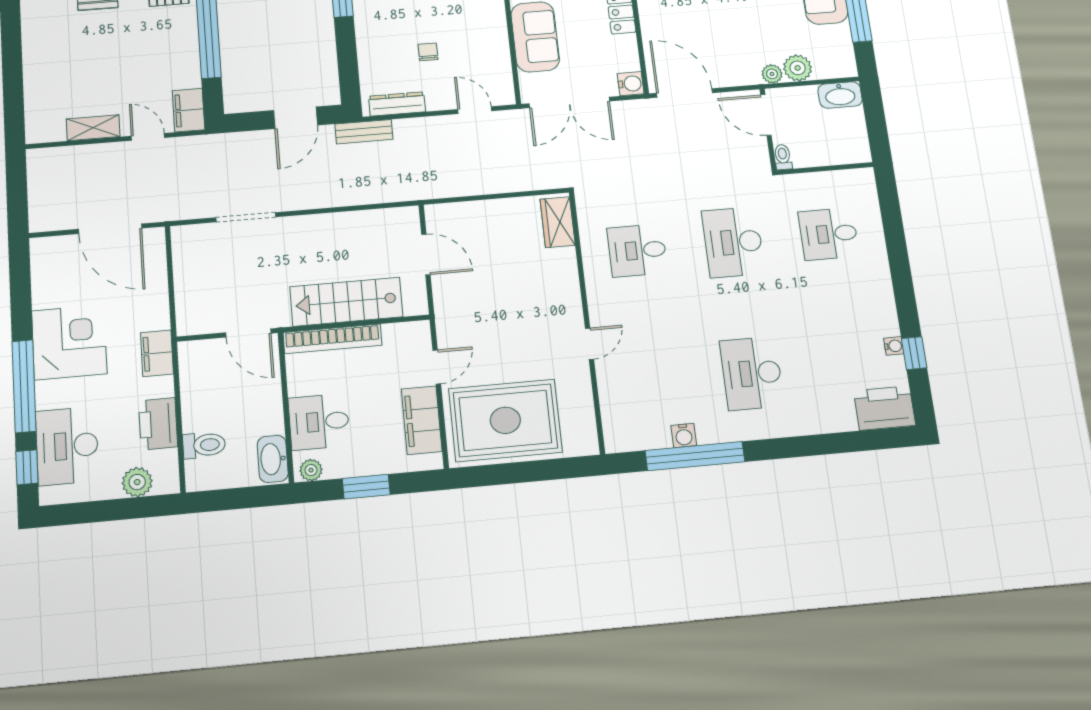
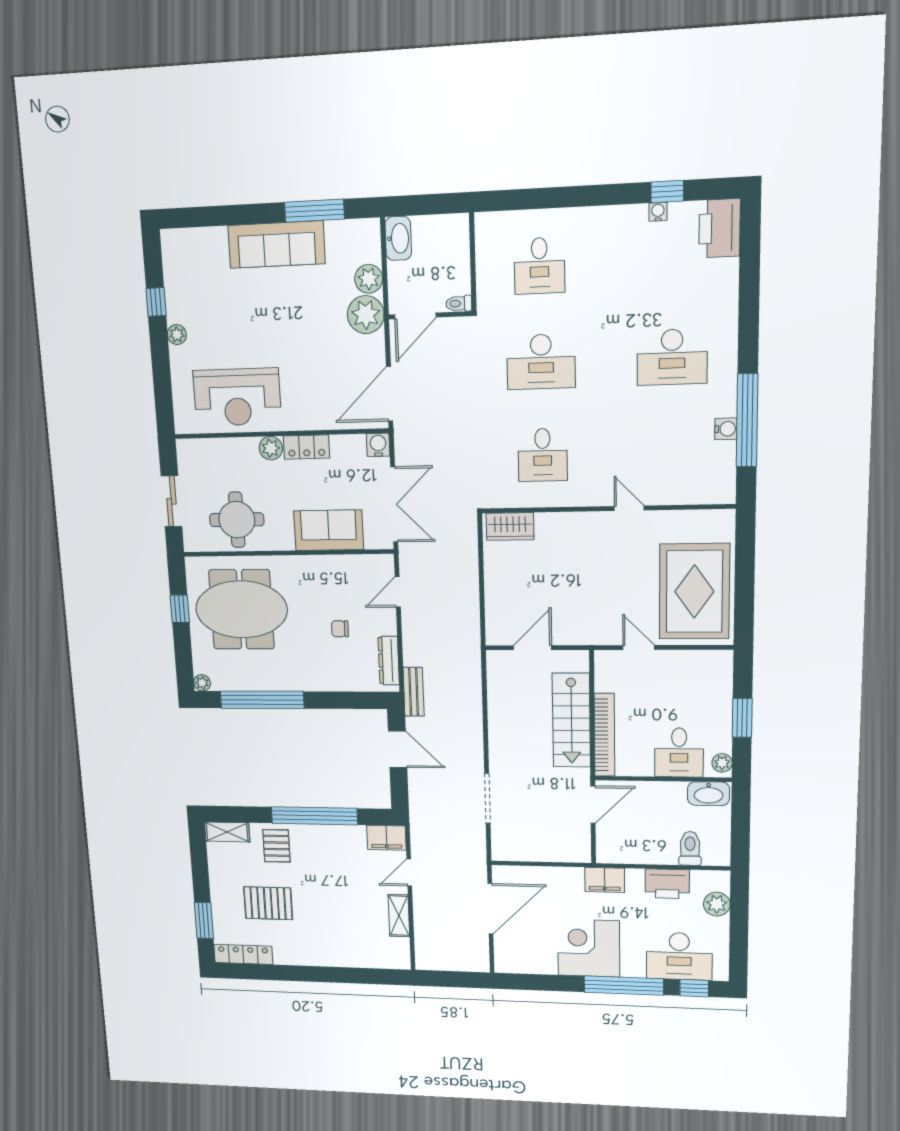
plant: (772, 74) -> (366, 315), width x1.88, depth x1.88
filing cabinet: (422, 420) -> (687, 665), removed

